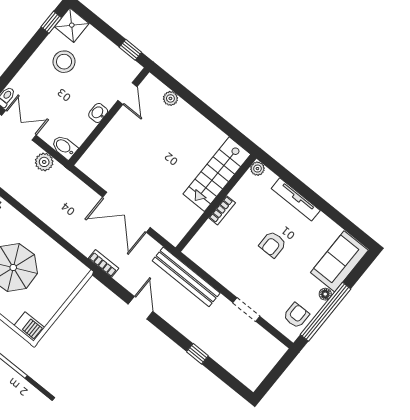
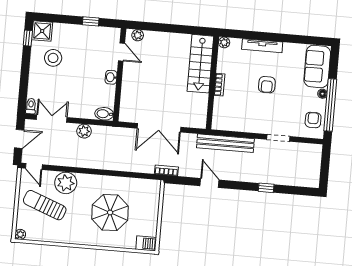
door: (127, 94) -> (122, 52), moved
washbasin: (98, 113) -> (111, 77), moved
wall: (109, 116) -> (120, 75), moved
bidet: (64, 147) -> (104, 114), moved

